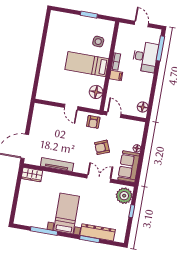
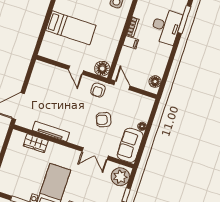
bed: (87, 64) -> (71, 28), moved, turned 180
floor lamp: (96, 92) -> (102, 69), moved
wardrobe: (32, 175) -> (36, 143), moved
double door: (99, 178) -> (95, 154), swing flipped

